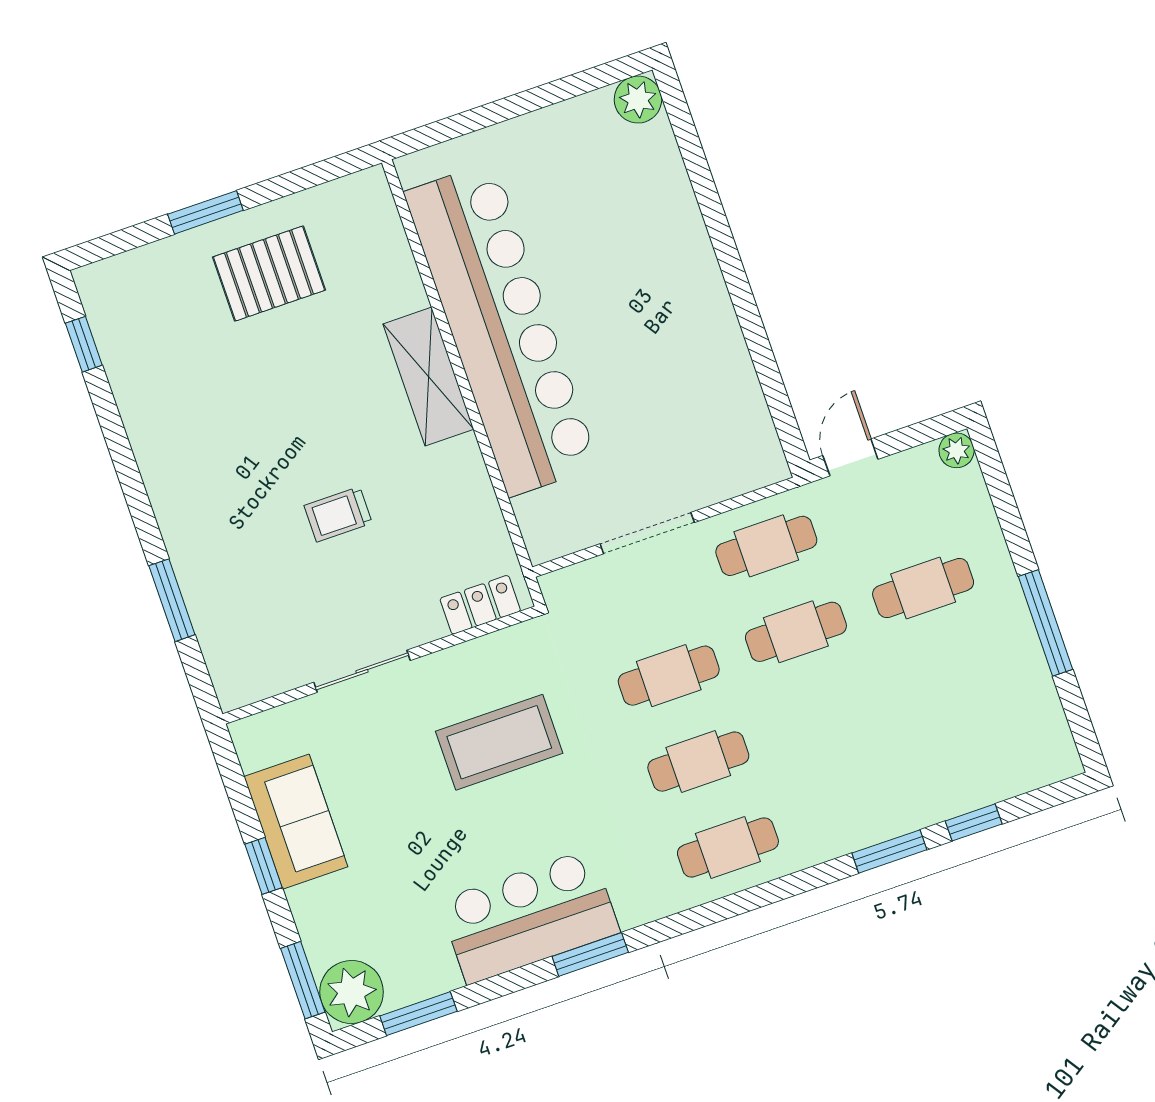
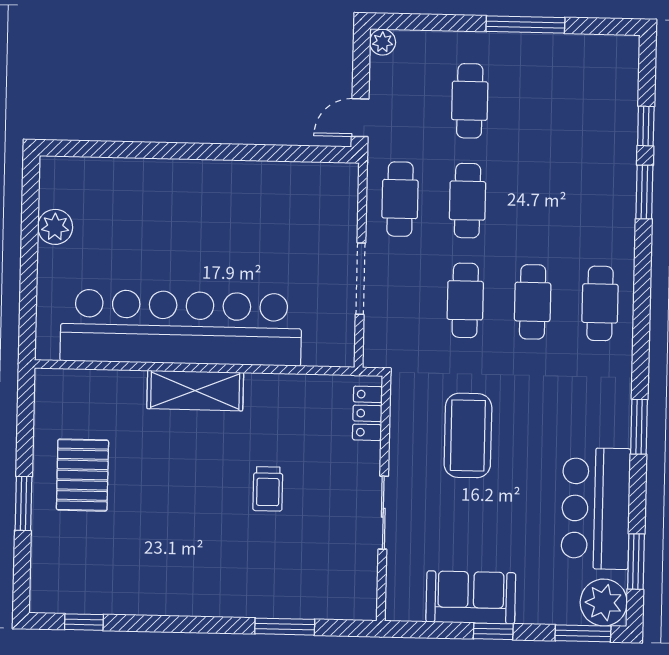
plant: (638, 100) -> (55, 227), moved
door: (850, 457) -> (360, 118), hinge flipped
bar counter: (529, 916) -> (596, 508), moved

